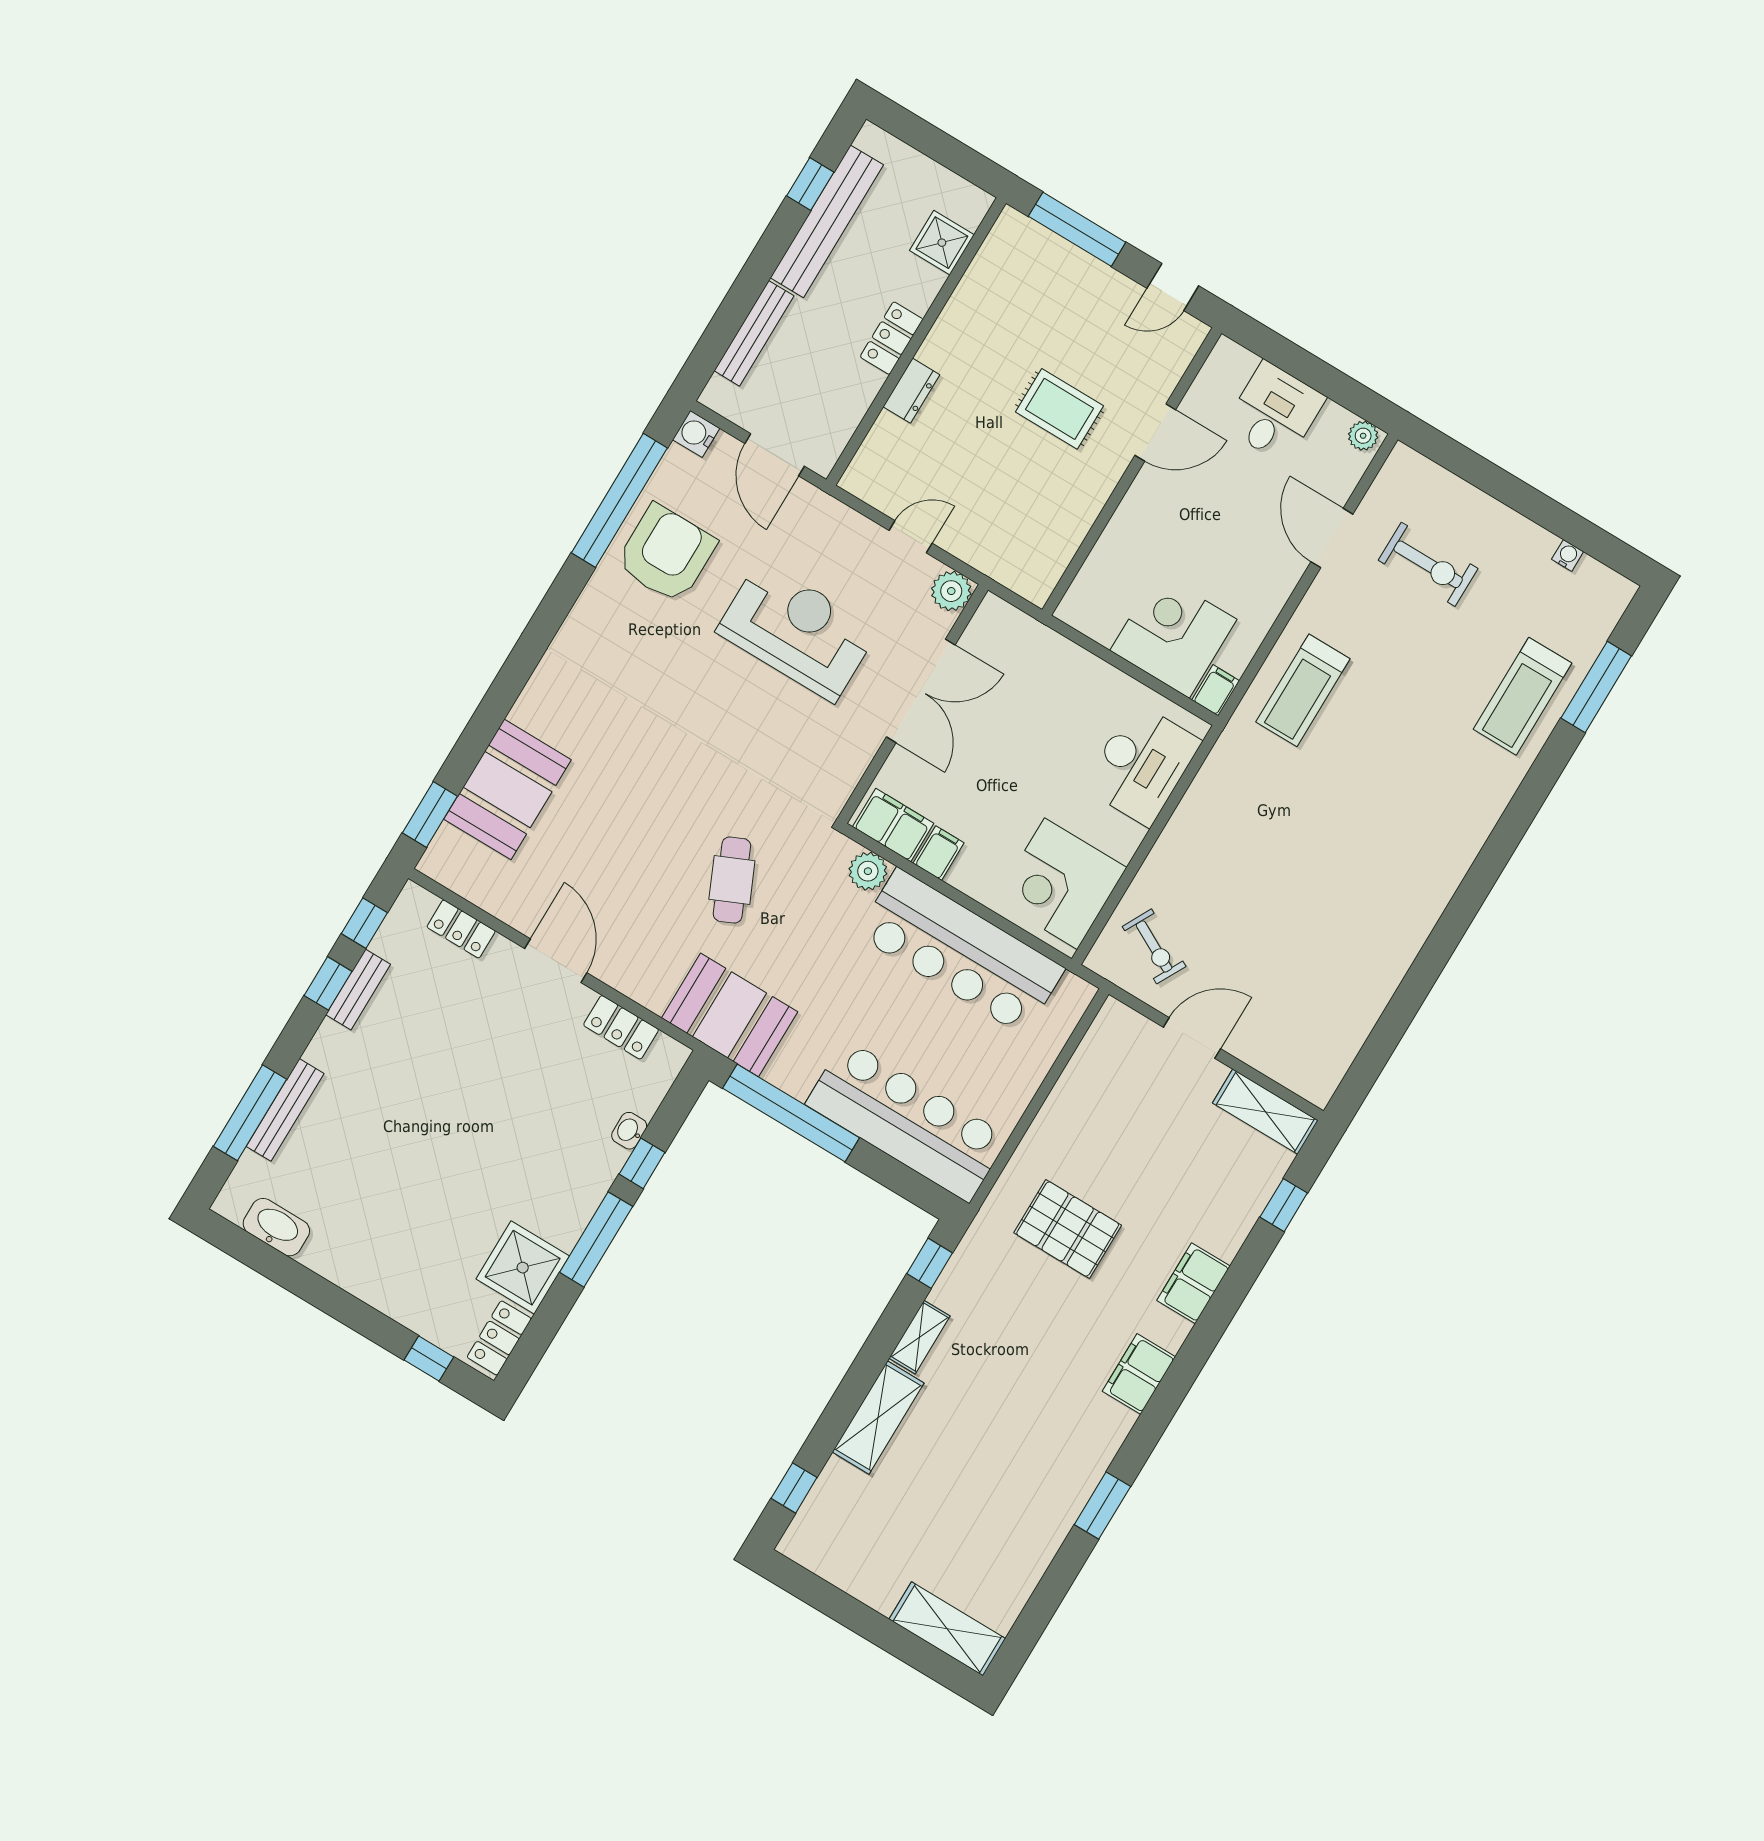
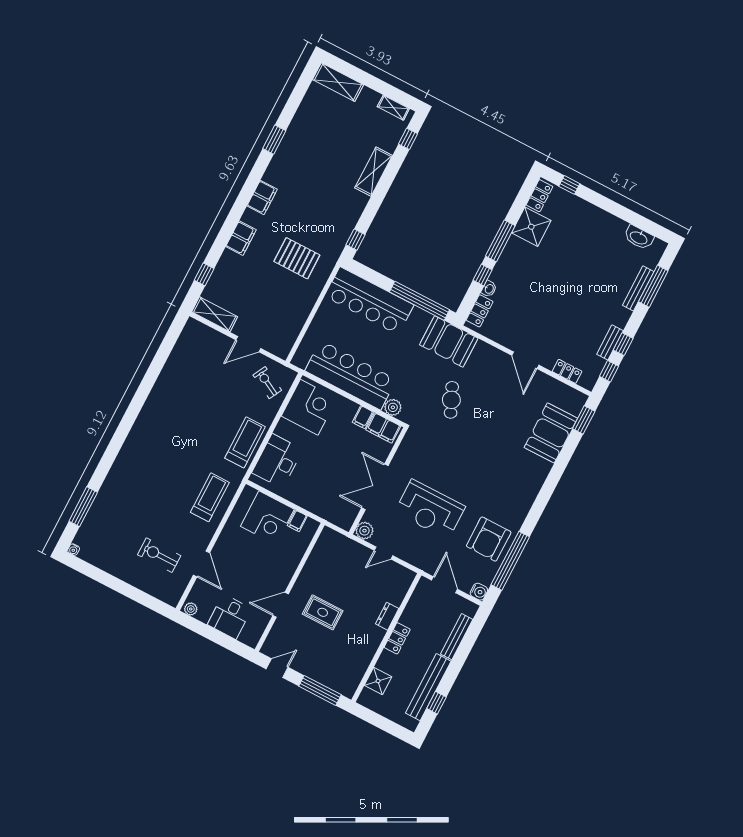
water cooler: (1568, 555) -> (74, 550), moved
filing cabinet: (1216, 690) -> (297, 521), moved
treadmill: (1523, 696) -> (245, 442), moved
locker: (621, 1027) -> (480, 311), moved, turned 90
shelving: (920, 1337) -> (393, 108), moved, turned 90

